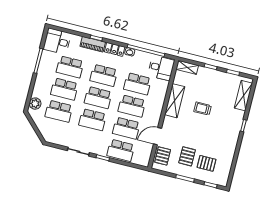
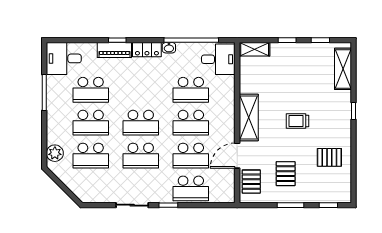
school desk: (104, 75) -> (141, 90), removed
shelving: (175, 101) -> (249, 117), moved
trolley: (202, 109) -> (298, 121), moved
pallet: (206, 163) -> (329, 157), moved

